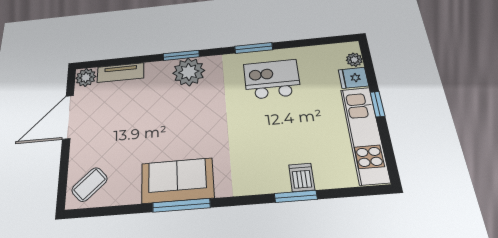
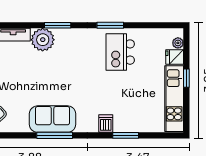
plant: (189, 72) -> (43, 40), moved
kitchen island: (272, 79) -> (120, 52), turned -90
dishwasher: (302, 177) -> (106, 124), moved

